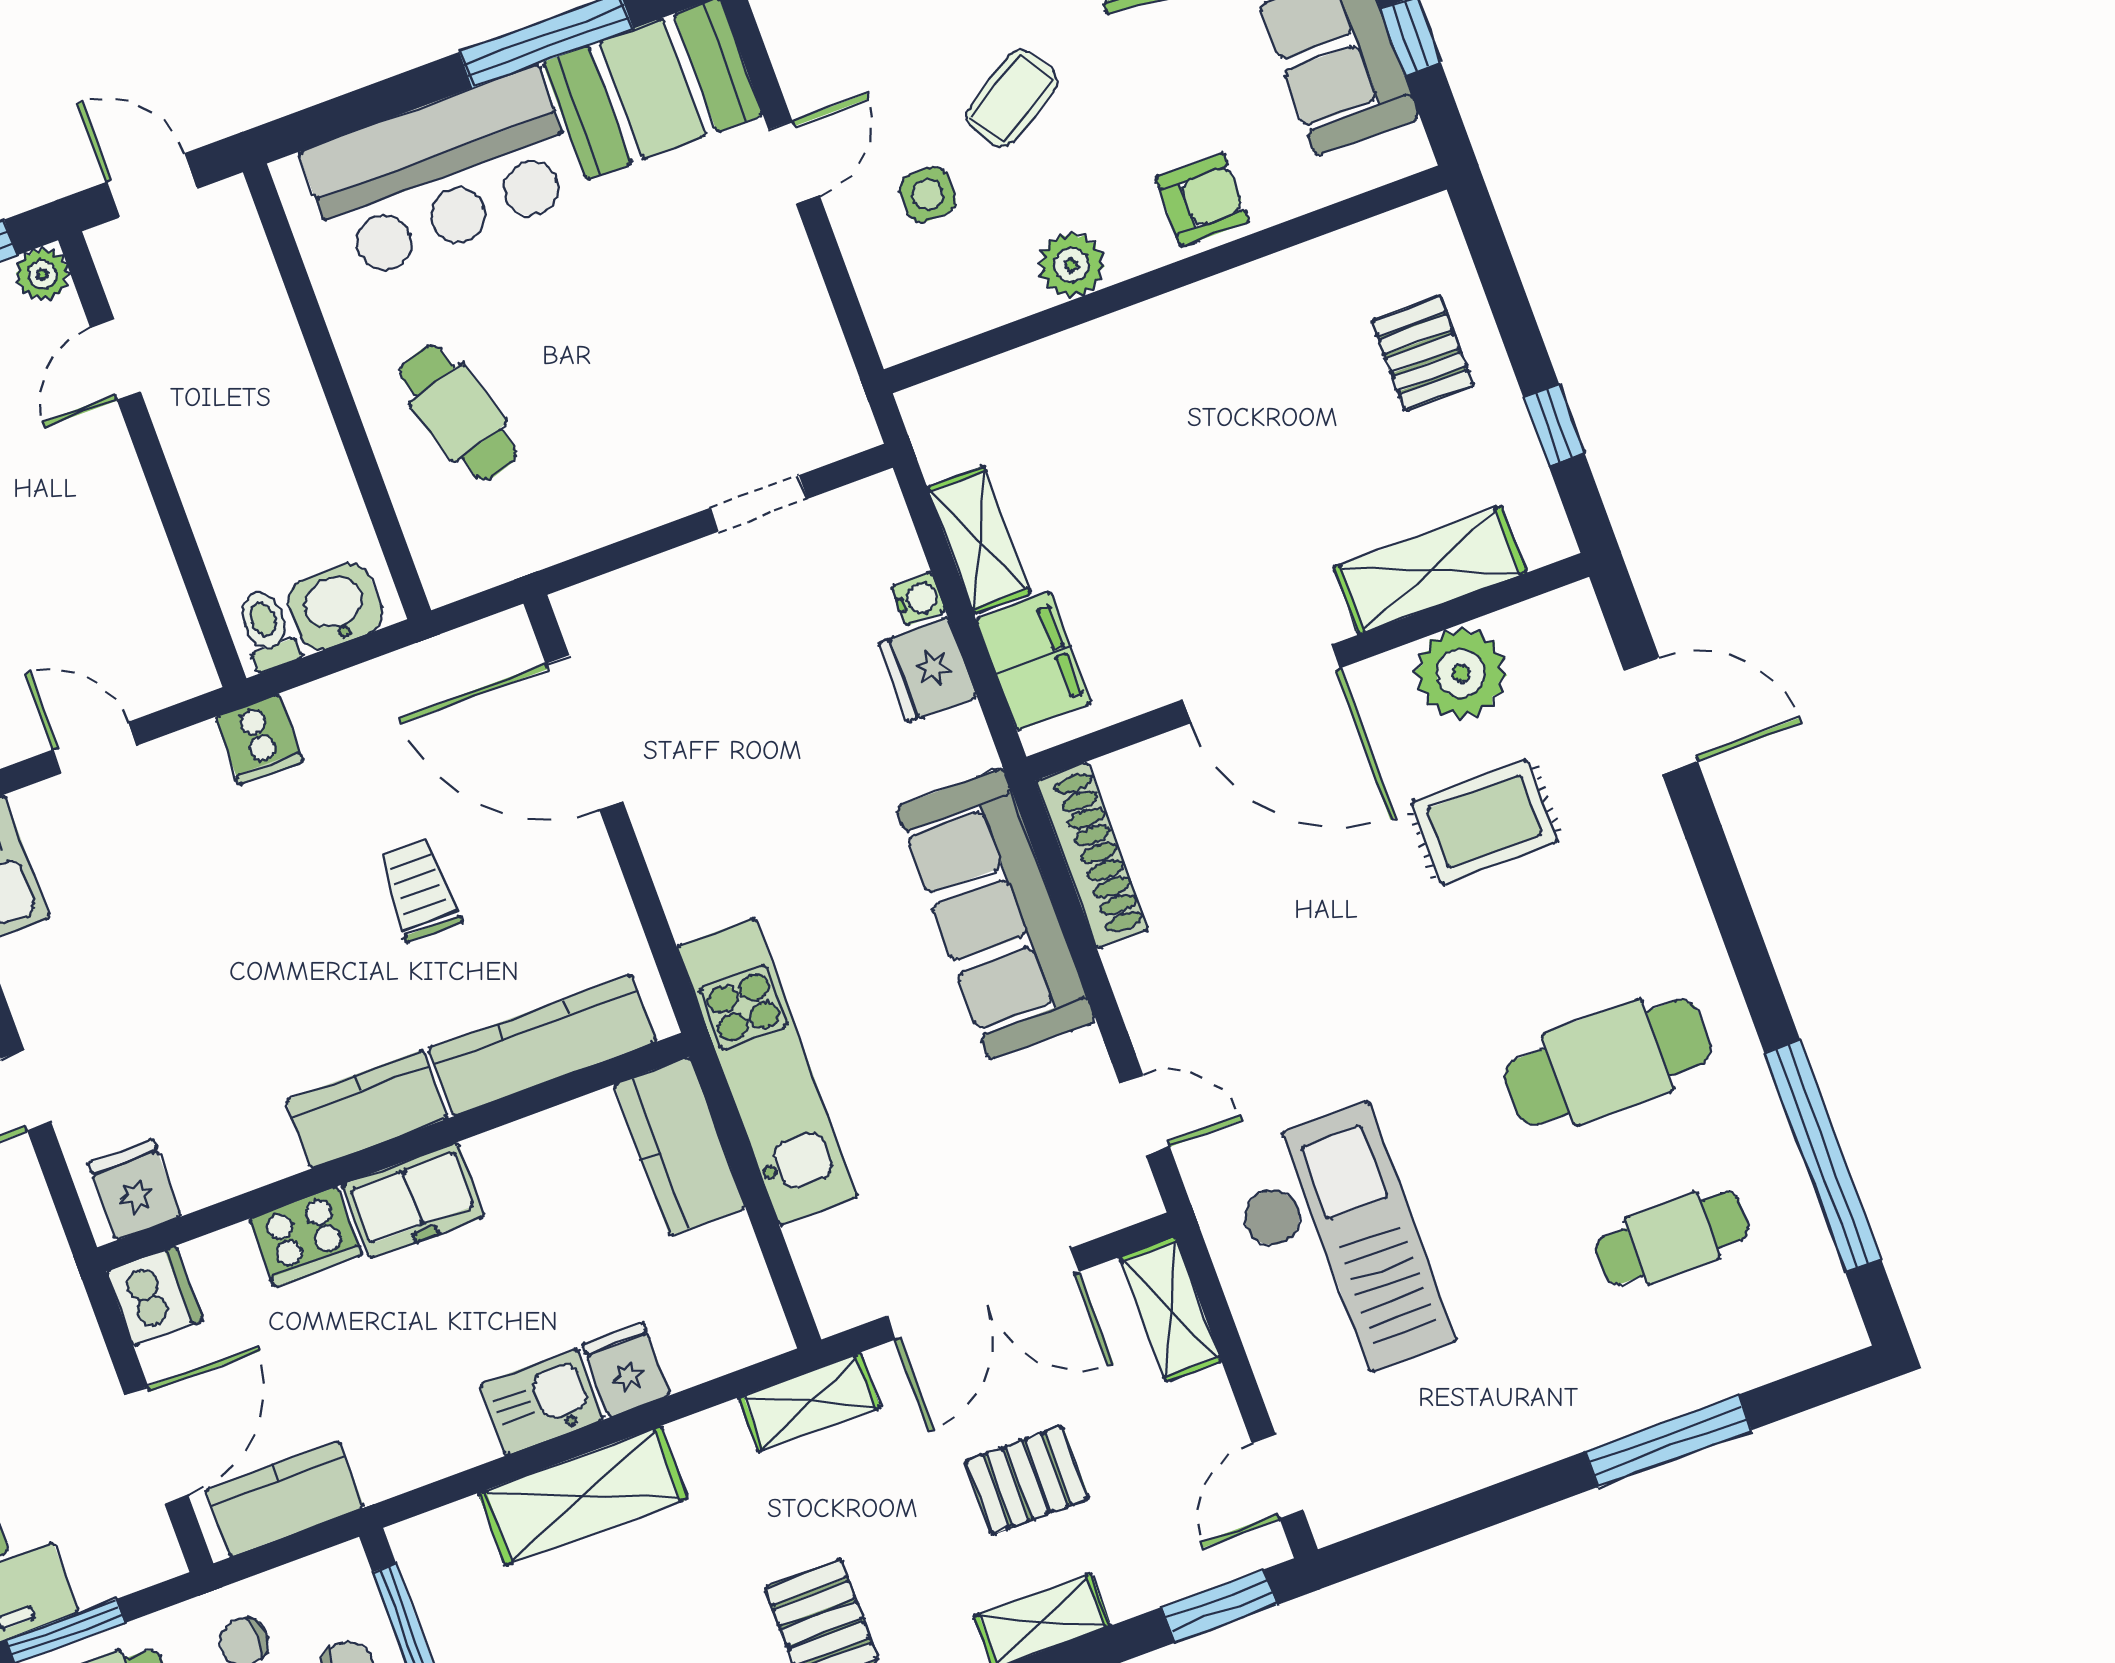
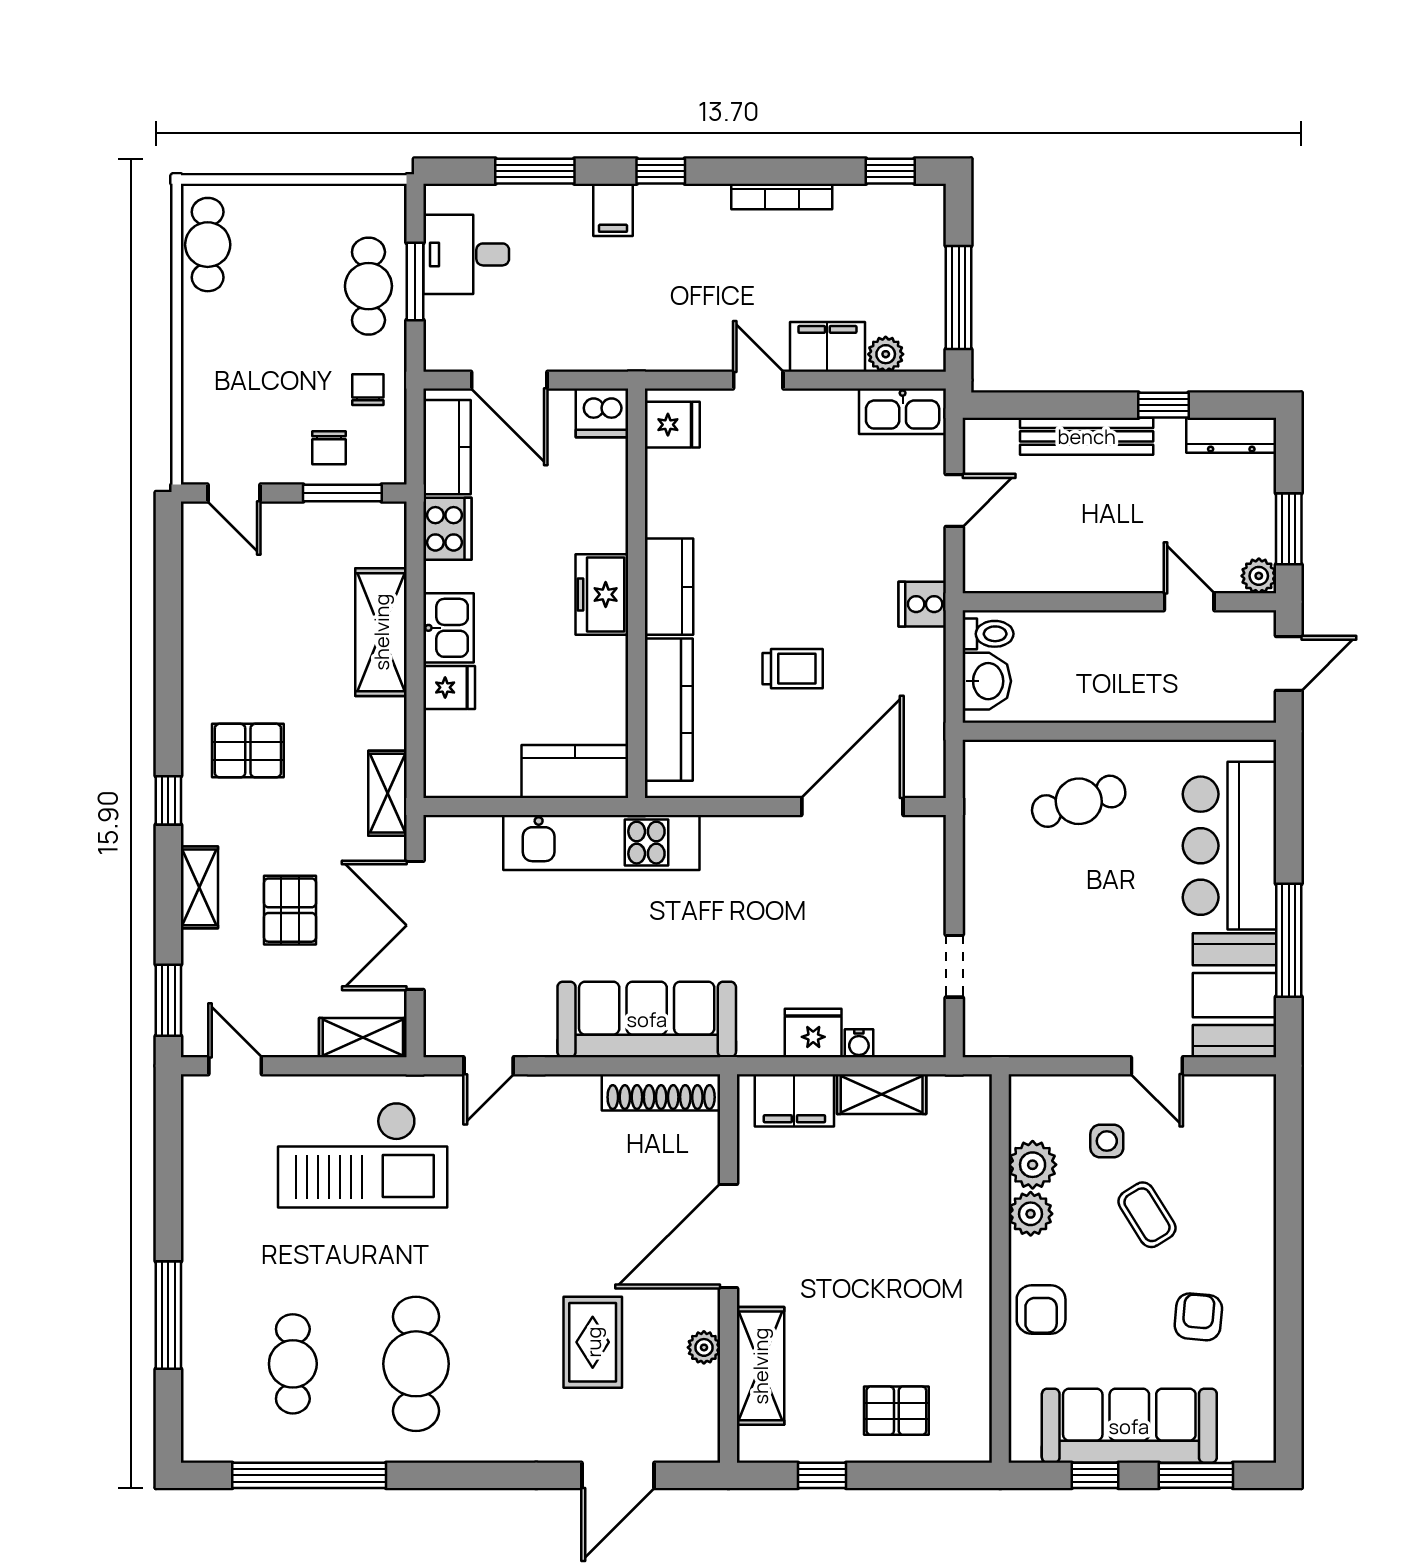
plant: (1001, 288) -> (1033, 1165), added
plant: (1461, 673) -> (704, 1347), width x0.53, depth x0.53
cooker: (306, 1237) -> (447, 529), moved, turned 180

